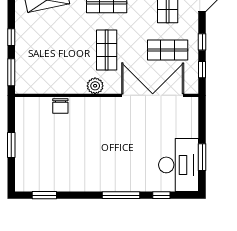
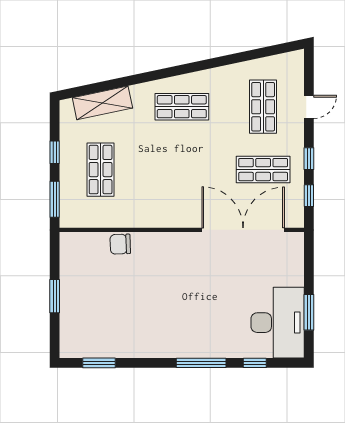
shop shelf: (107, 50) -> (101, 170), moved
plant: (95, 86) -> (166, 217), removed
chair: (60, 106) -> (120, 244), turned 88

